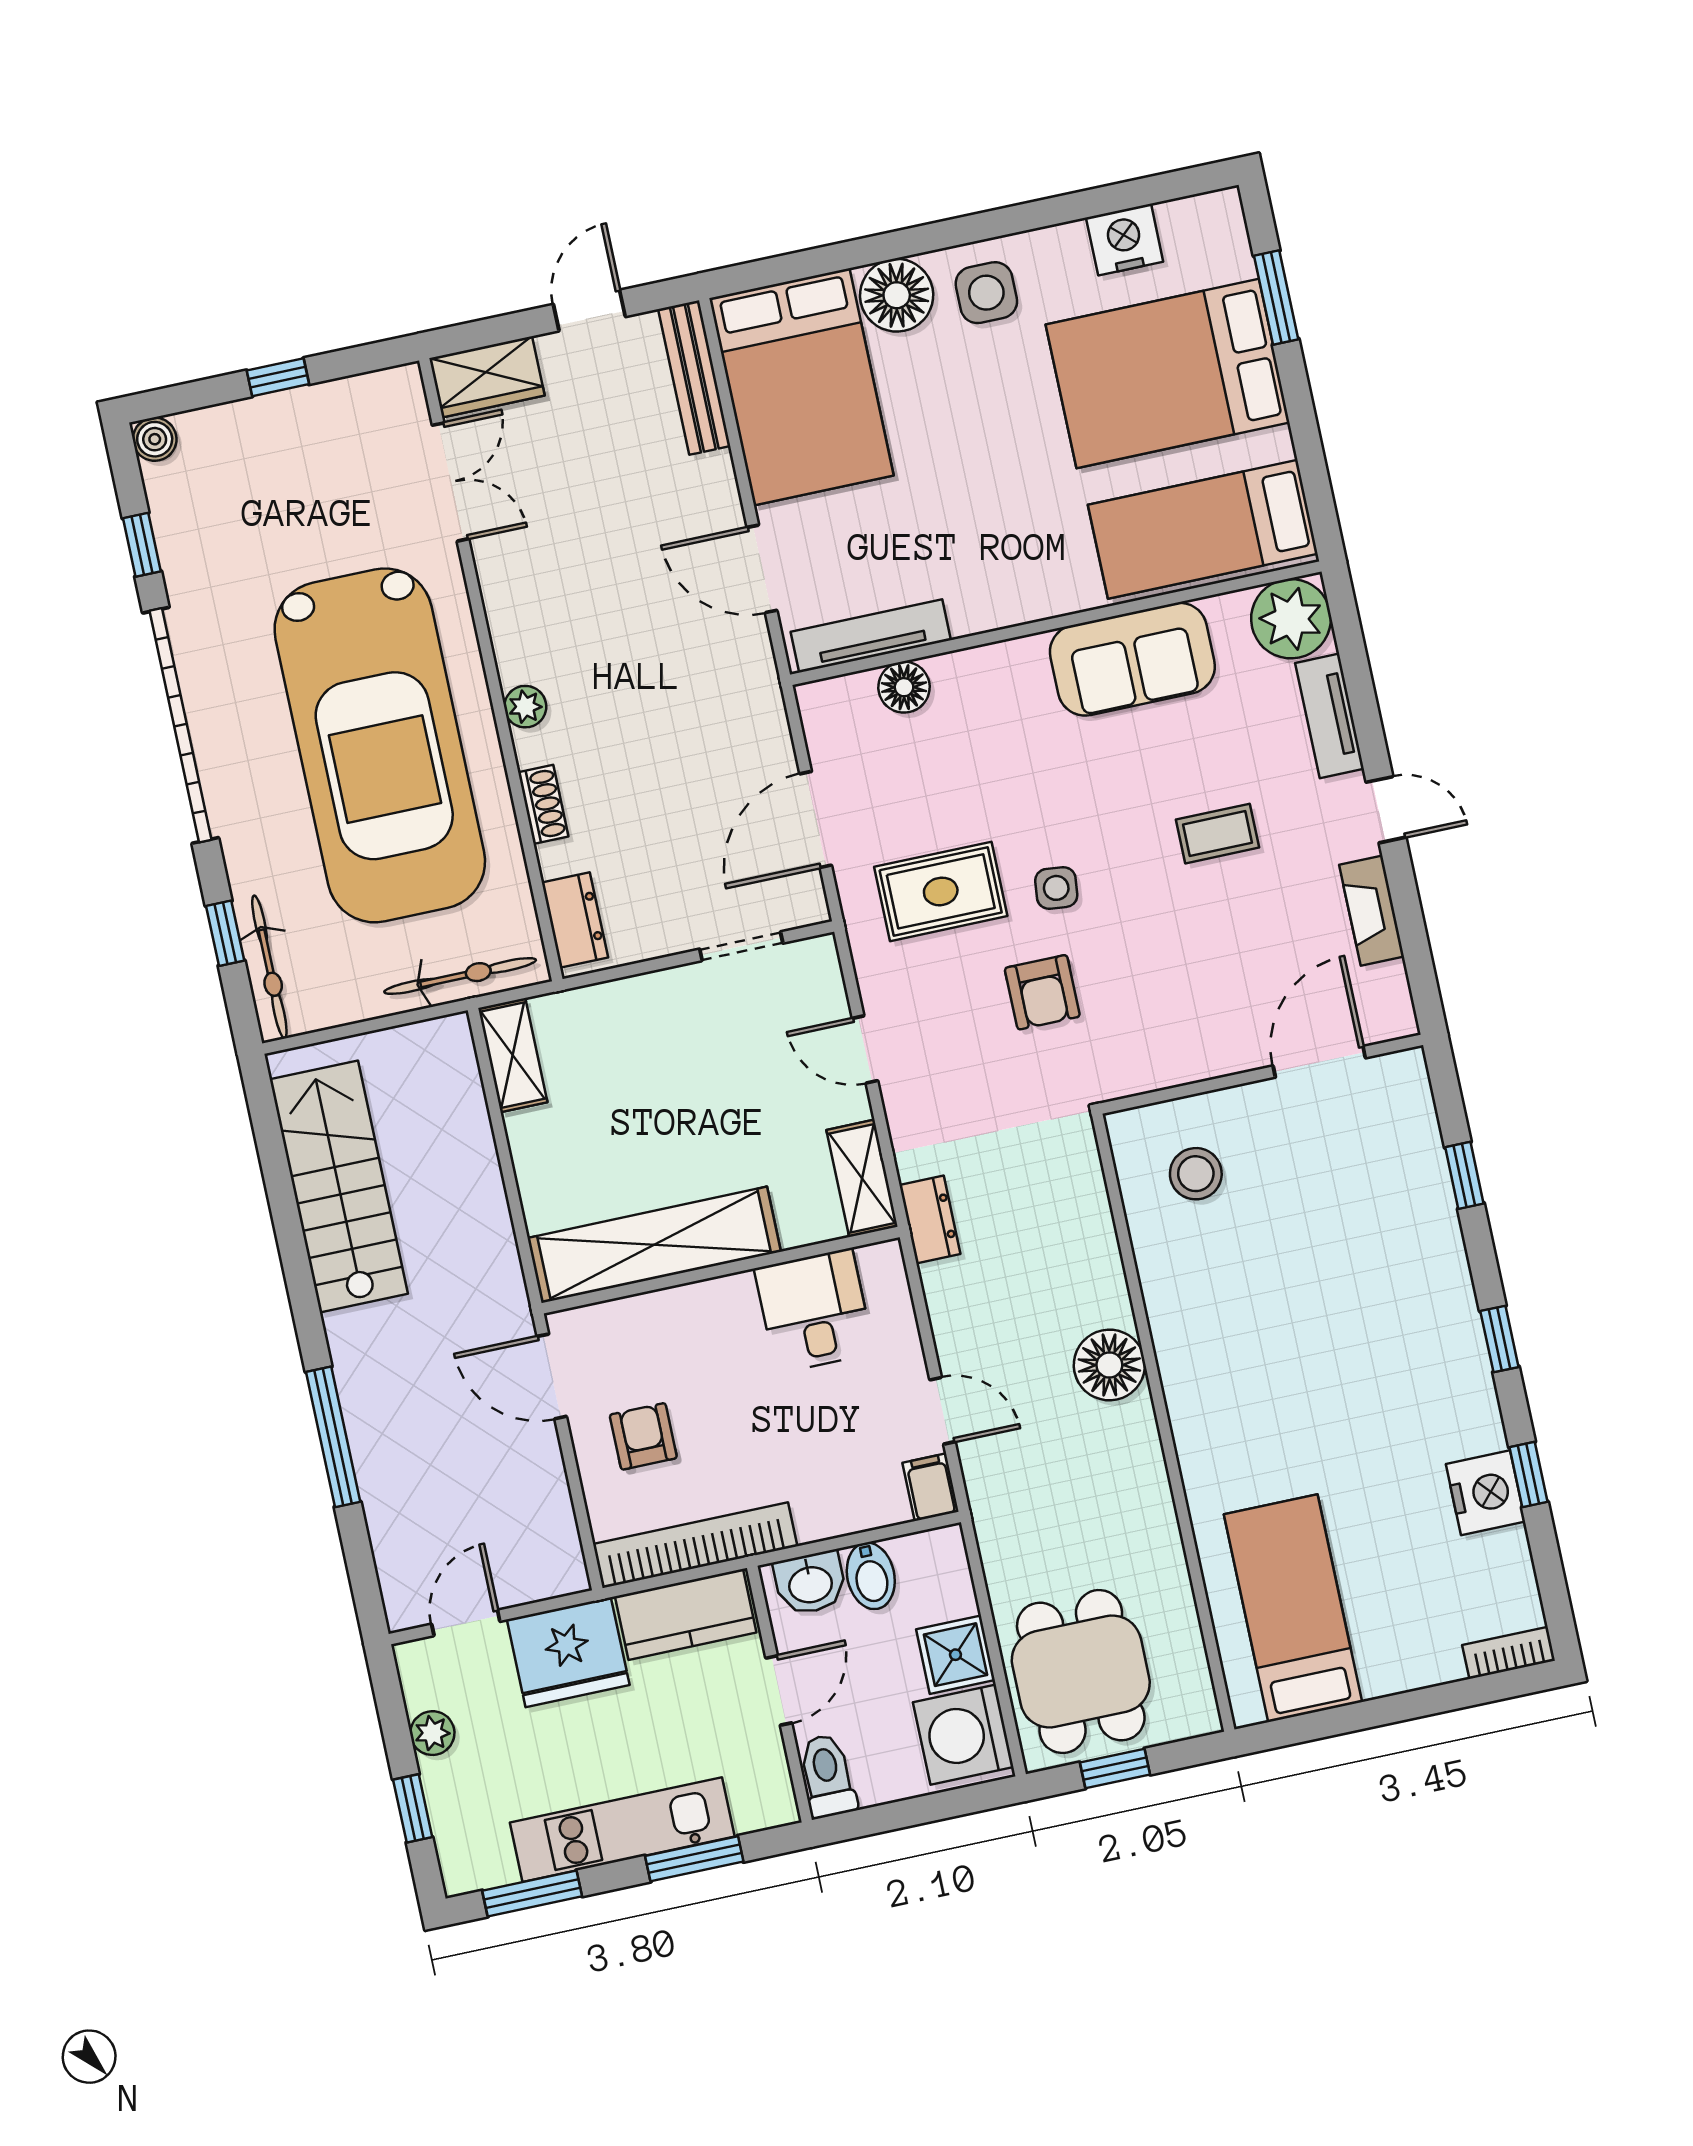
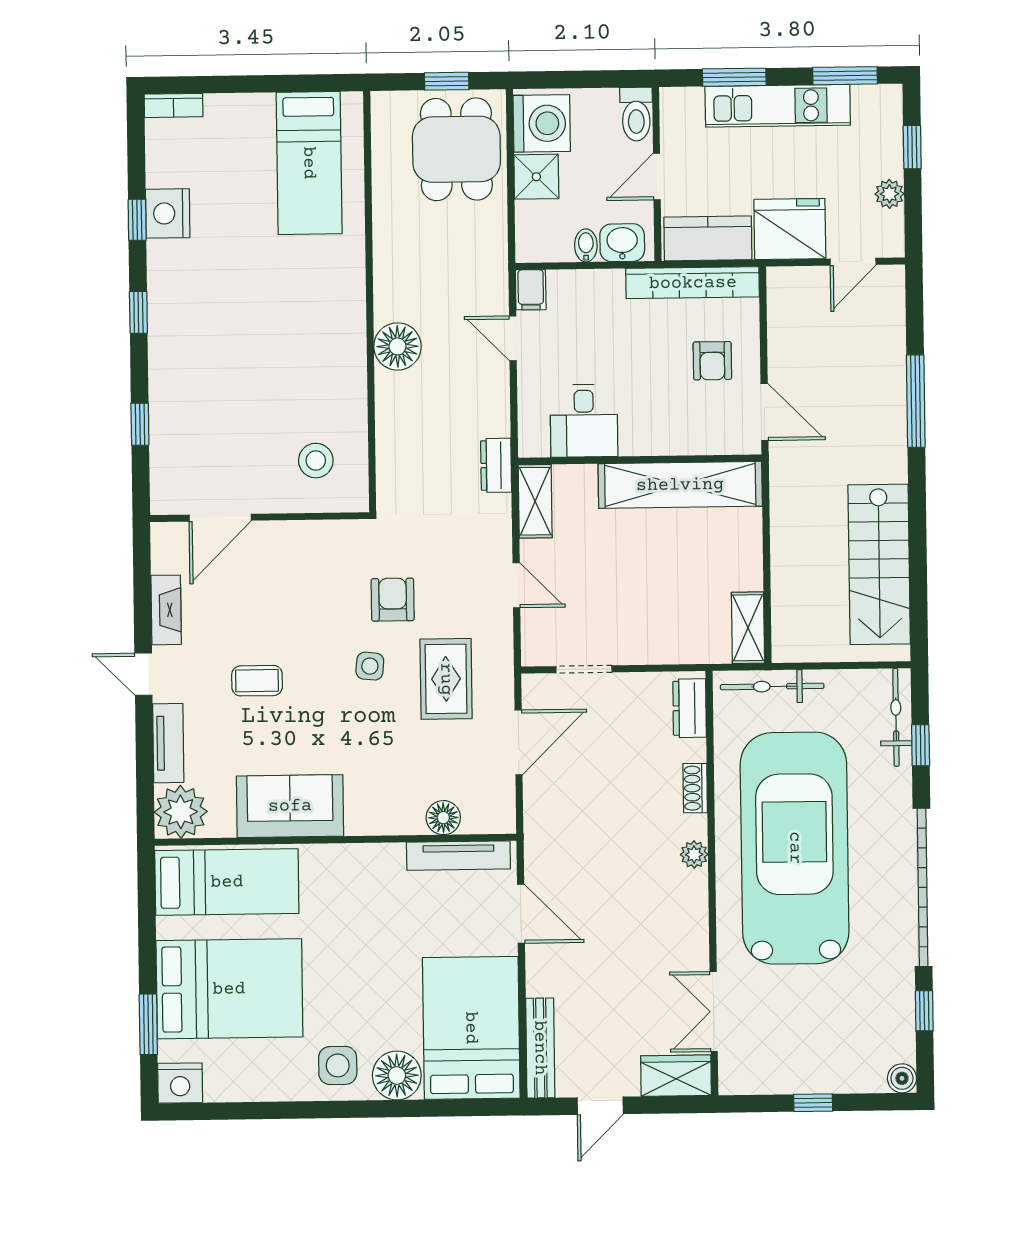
nightstand: (1125, 240) -> (180, 1083), moved
rug: (941, 891) -> (446, 679), turned 90
bidet: (871, 1576) -> (586, 245), width x0.72, depth x0.74

